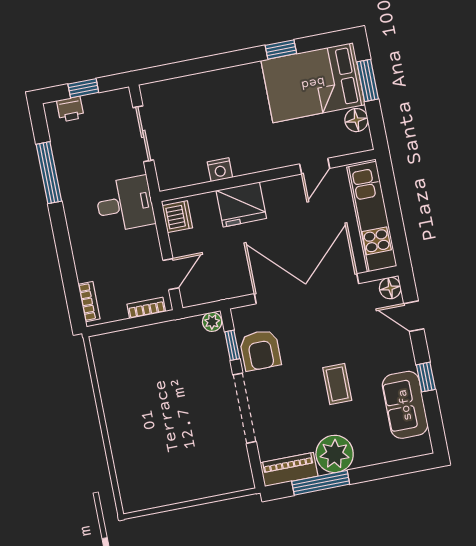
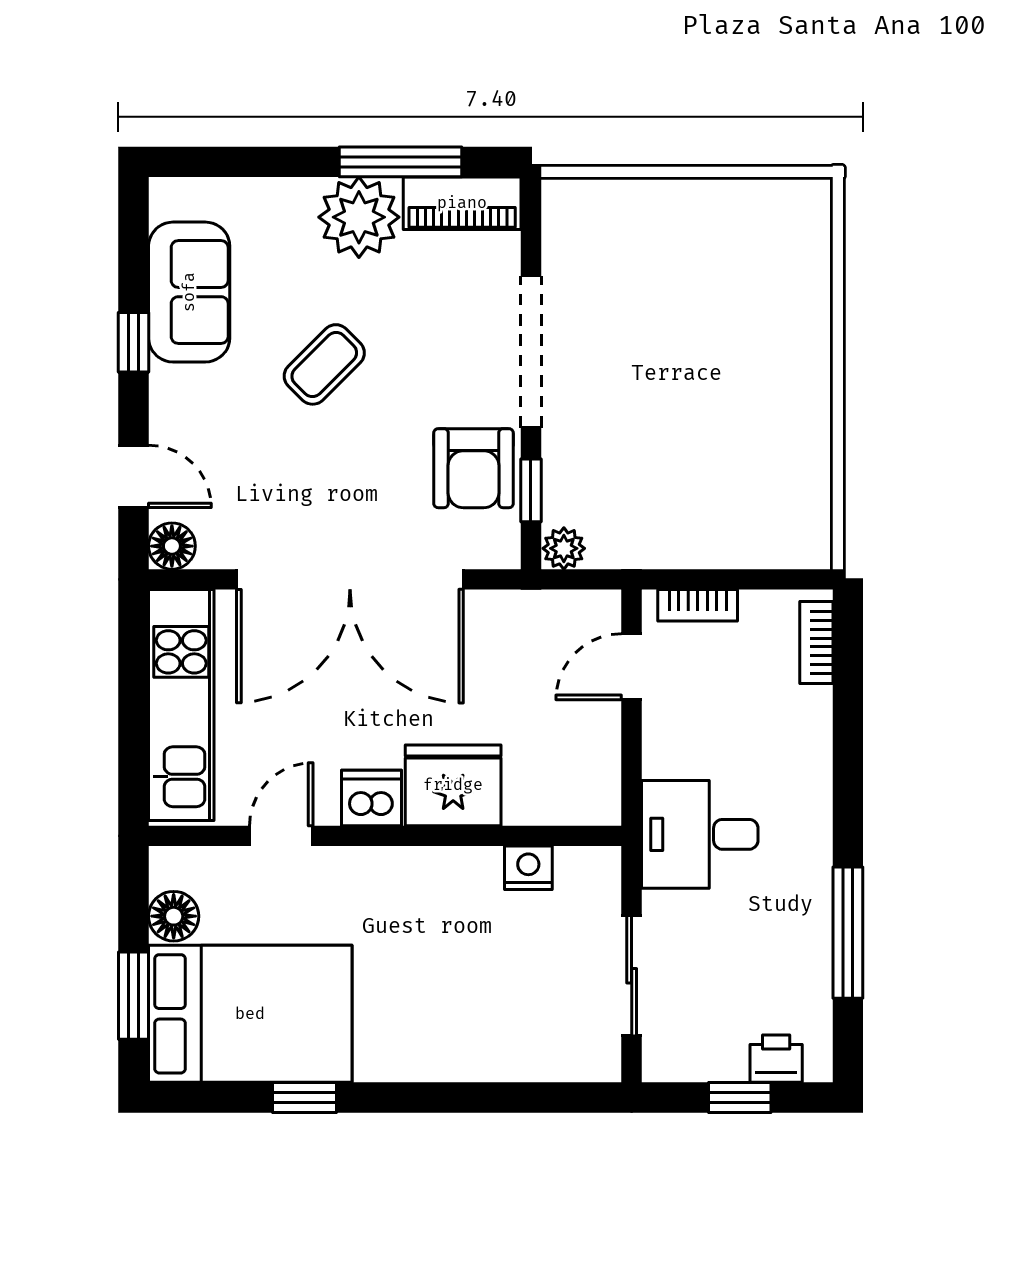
nightstand: (220, 170) -> (528, 868), moved
dishwasher: (177, 217) -> (372, 798), moved, turned 90
armchair: (260, 350) -> (474, 468), turned 180
coffee table: (337, 384) -> (324, 364), turned 45

